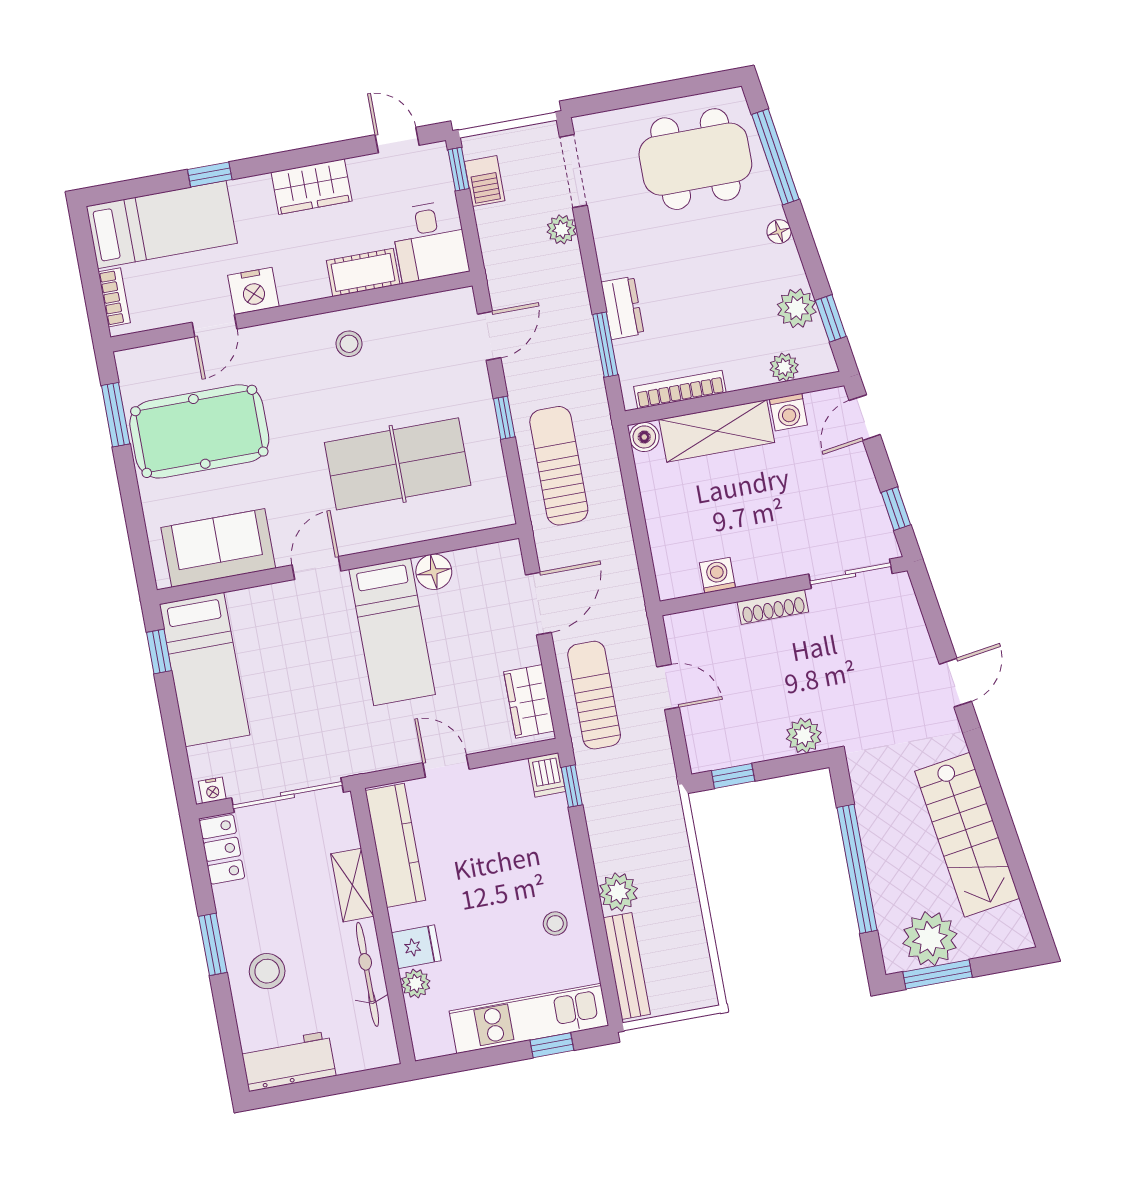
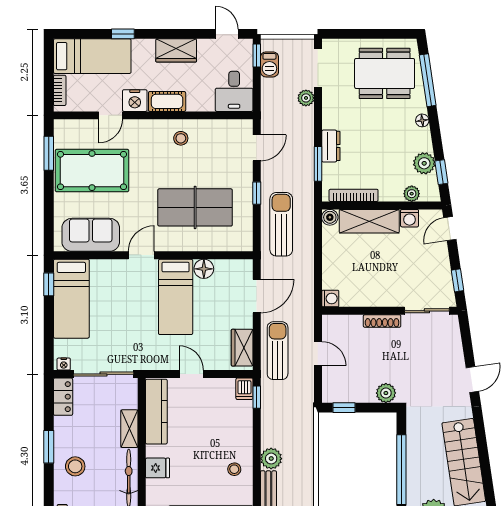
cot: (363, 272) -> (167, 101), moved
washing machine: (717, 575) -> (330, 299), moved, turned 90
plant: (416, 983) -> (154, 488), removed

